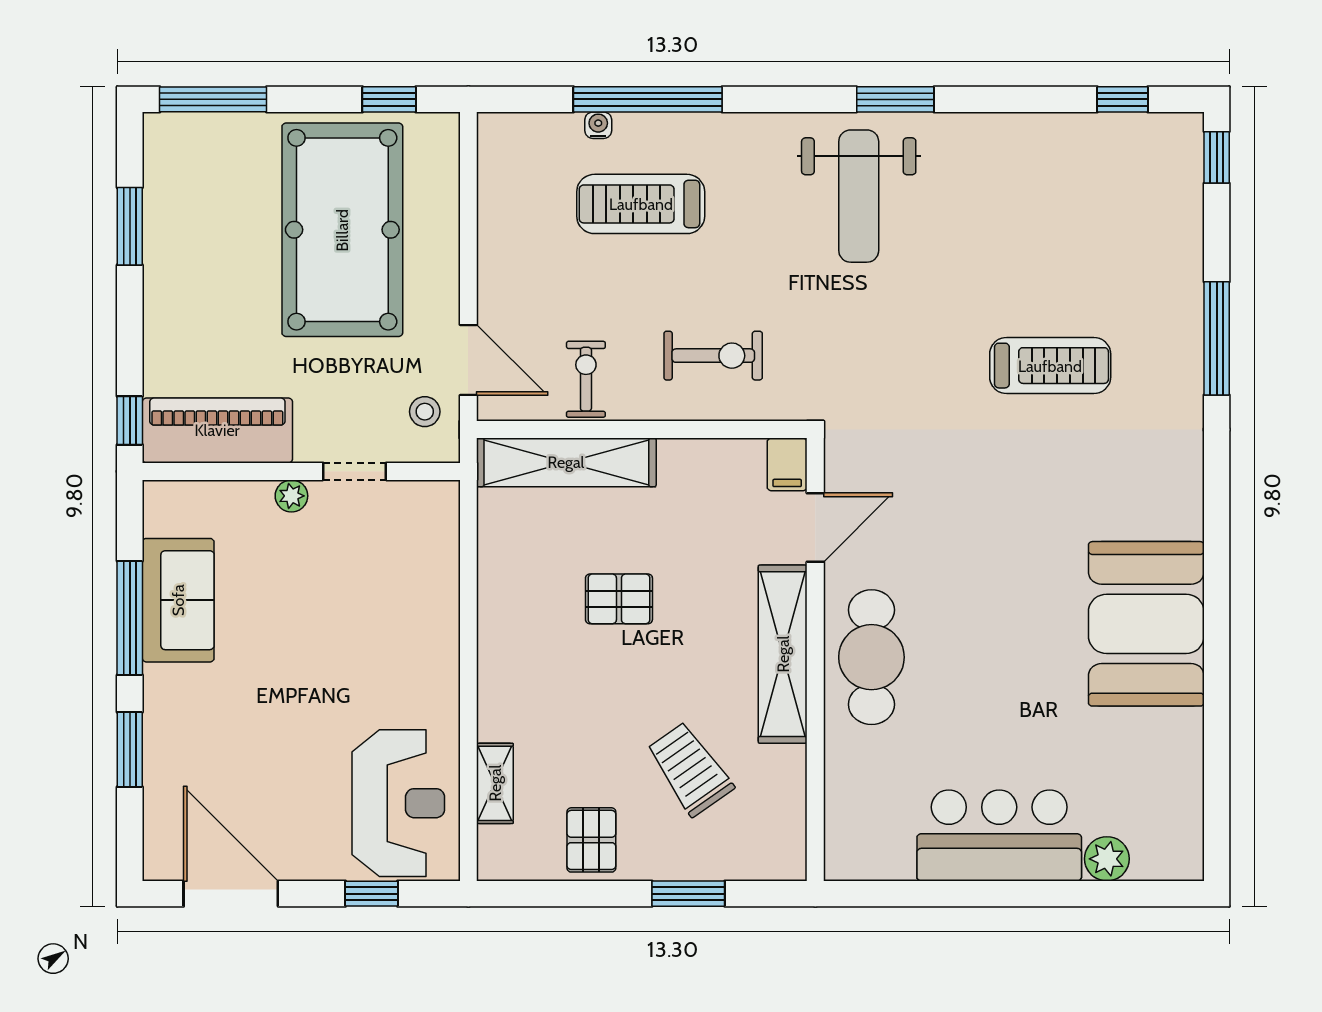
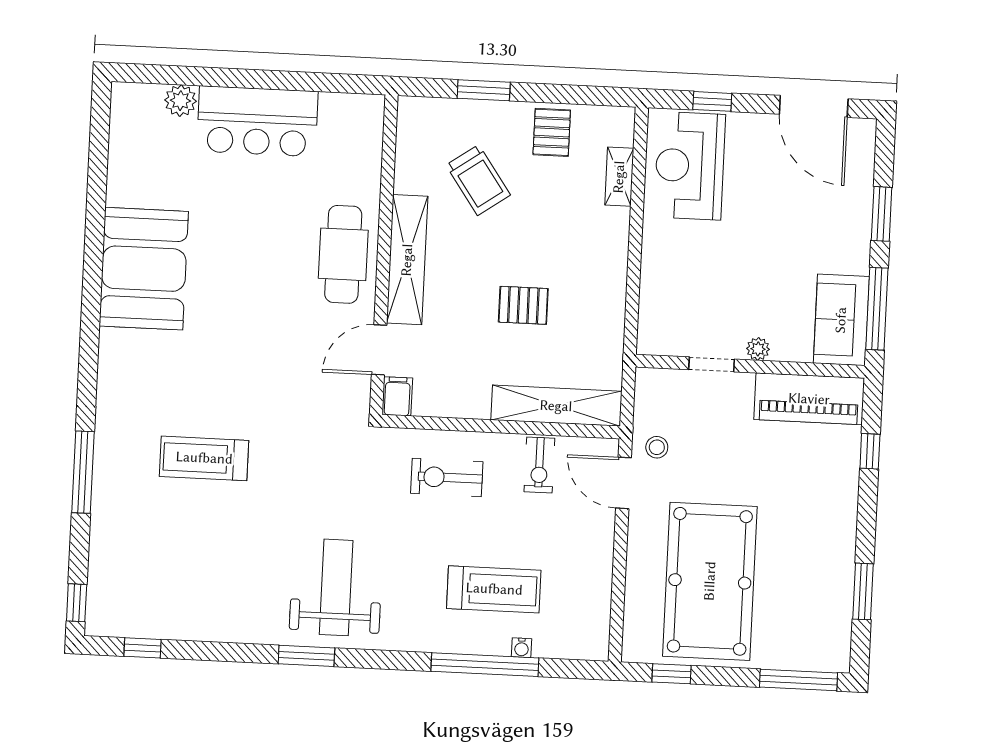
piano: (217, 430) -> (809, 399), moved
wall: (301, 471) -> (750, 366), moved
doorway: (355, 471) -> (712, 364), moved
plant: (291, 496) -> (758, 349), moved

